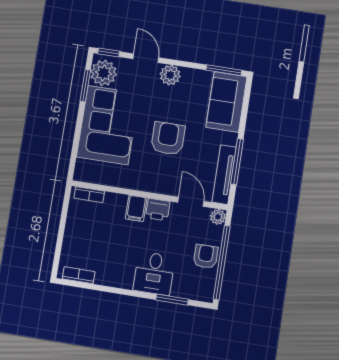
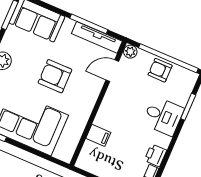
bookcase: (89, 195) -> (85, 153), removed
filing cabinet: (136, 208) -> (98, 135), moved
printer: (158, 210) -> (155, 155), moved, turned 180

